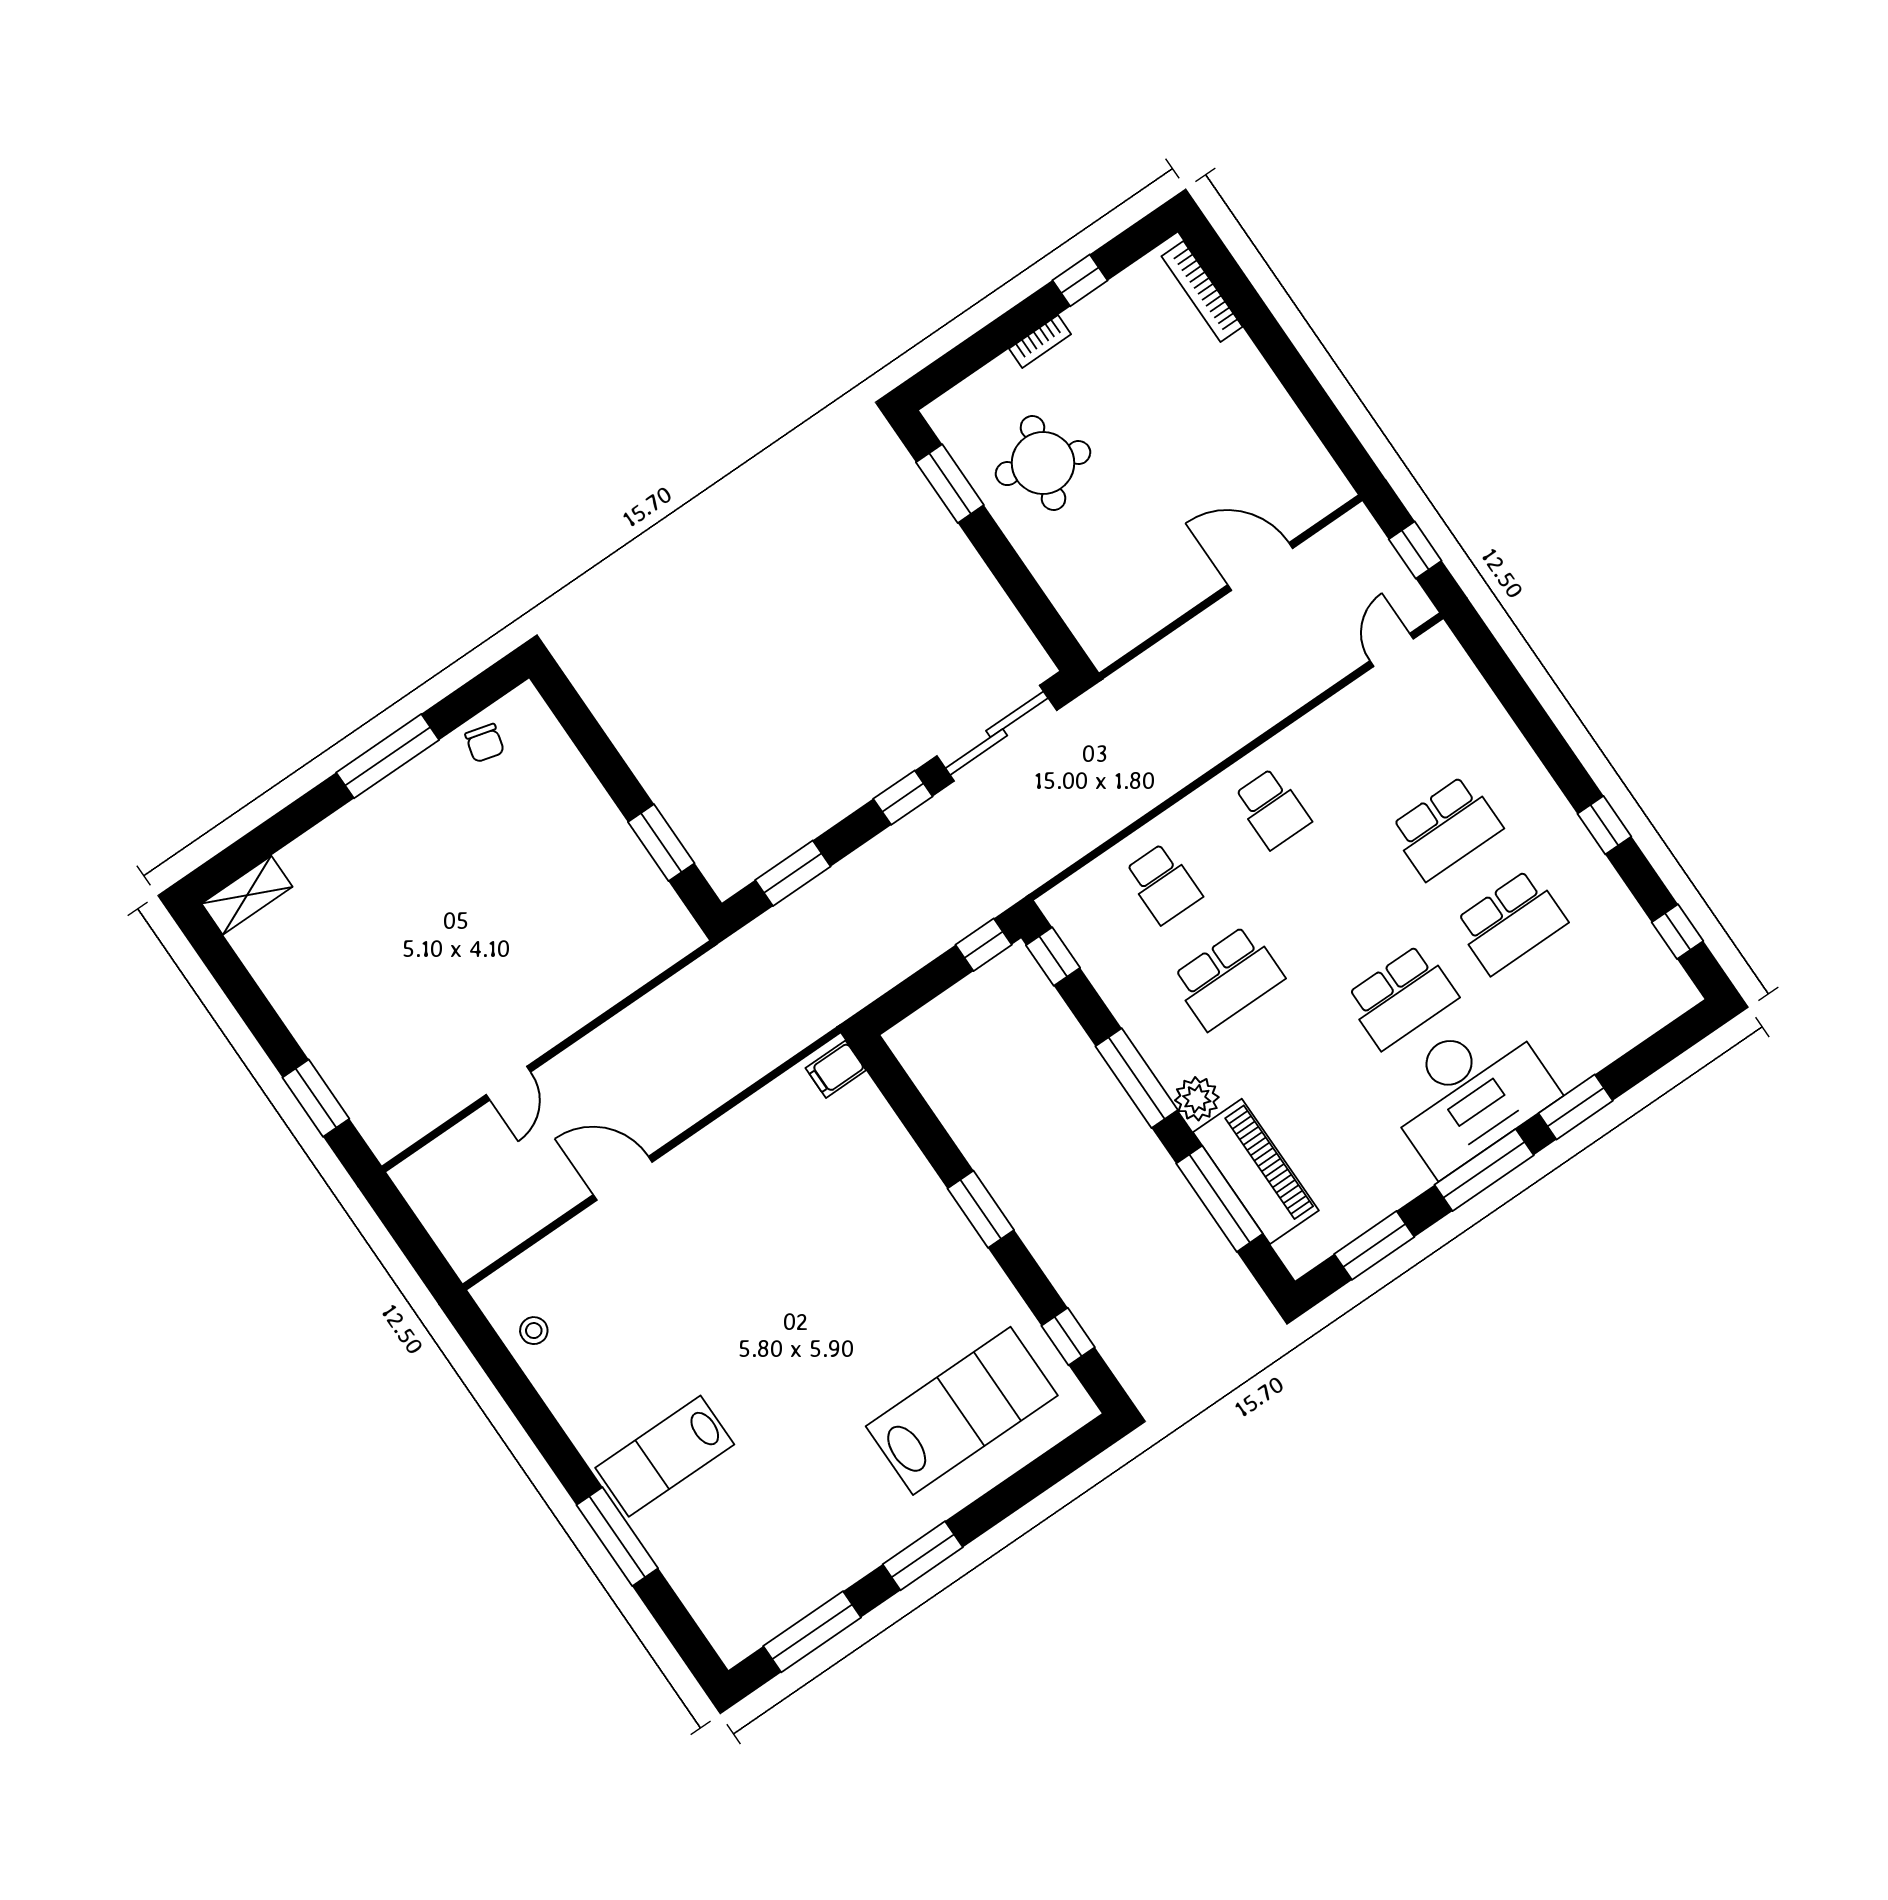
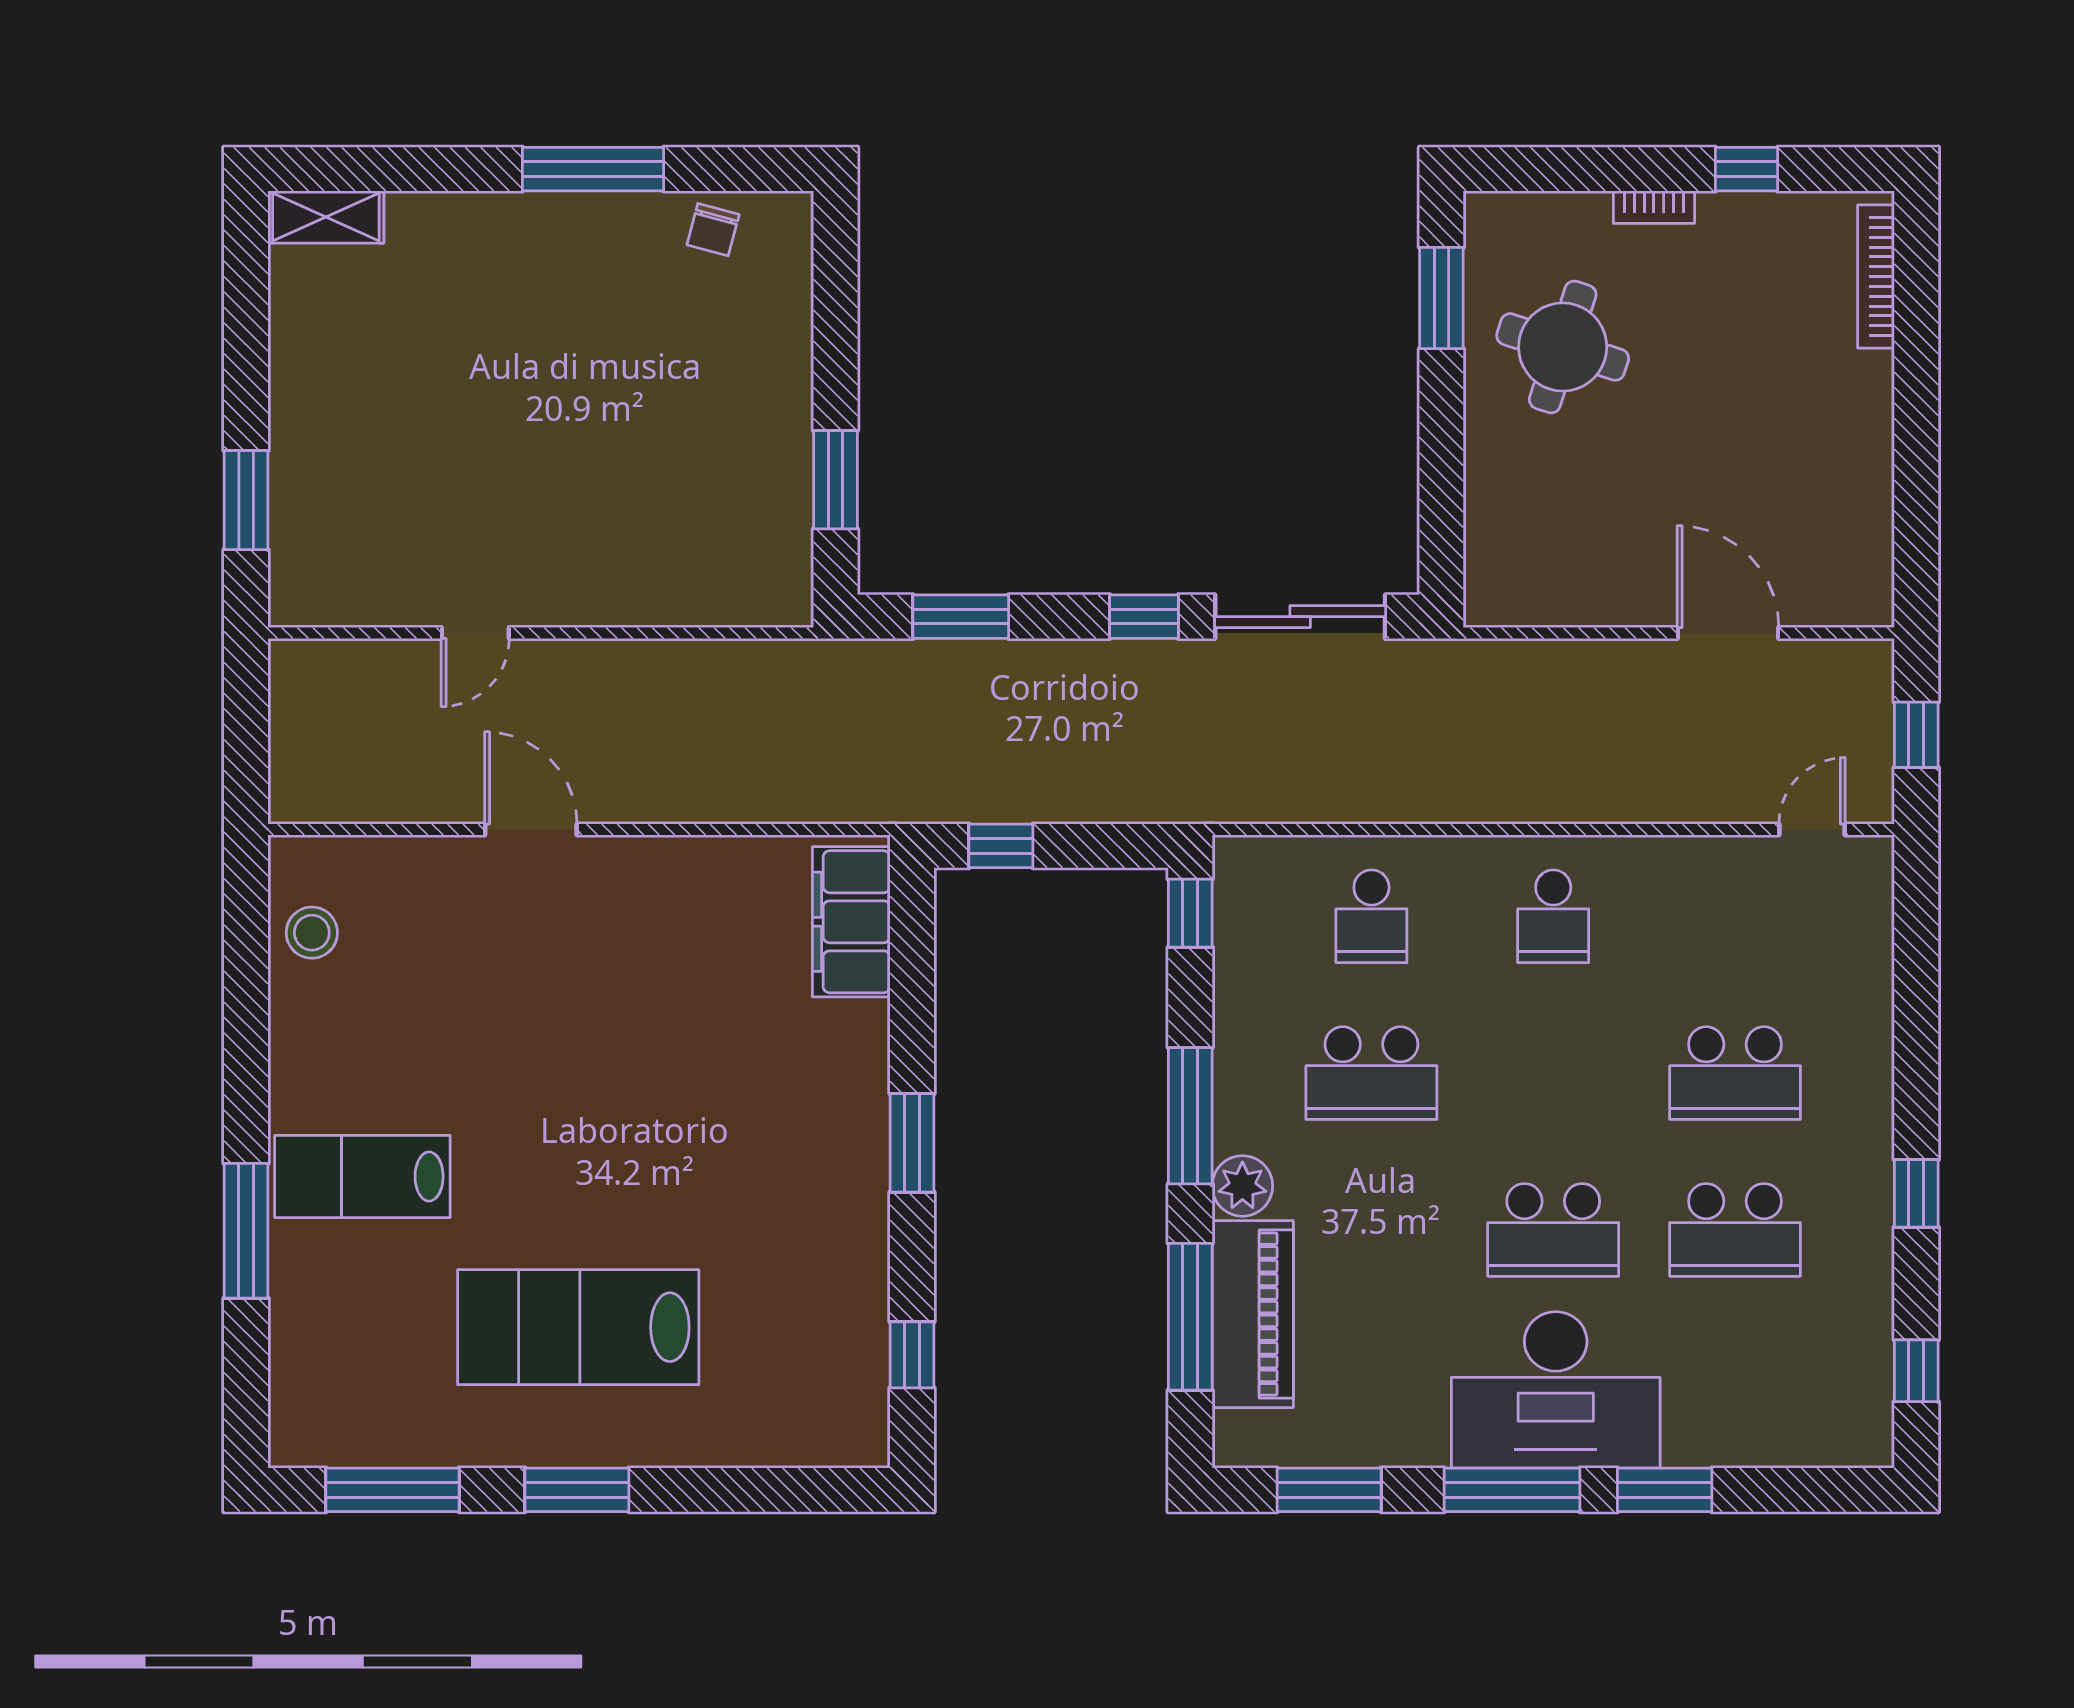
window: (984, 945) -> (1001, 846), moved
filing cabinet: (836, 1069) -> (851, 922), width x3.00, depth x1.17
stool: (534, 1331) -> (312, 933), width x1.37, depth x1.37
lab bench: (962, 1411) -> (578, 1327), moved, turned 180

